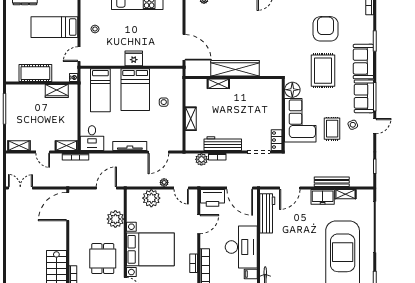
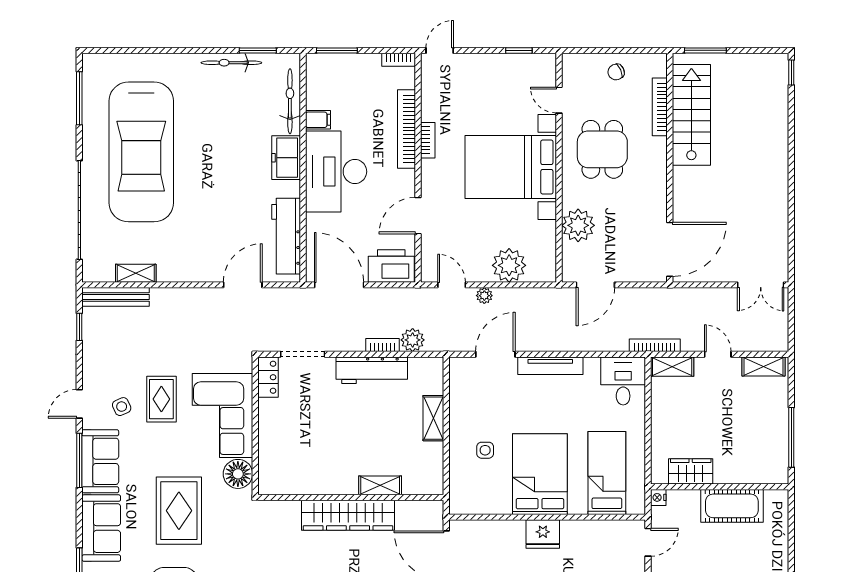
bench: (332, 182) -> (116, 297), moved
freezer: (323, 197) -> (286, 158), moved, turned -90

